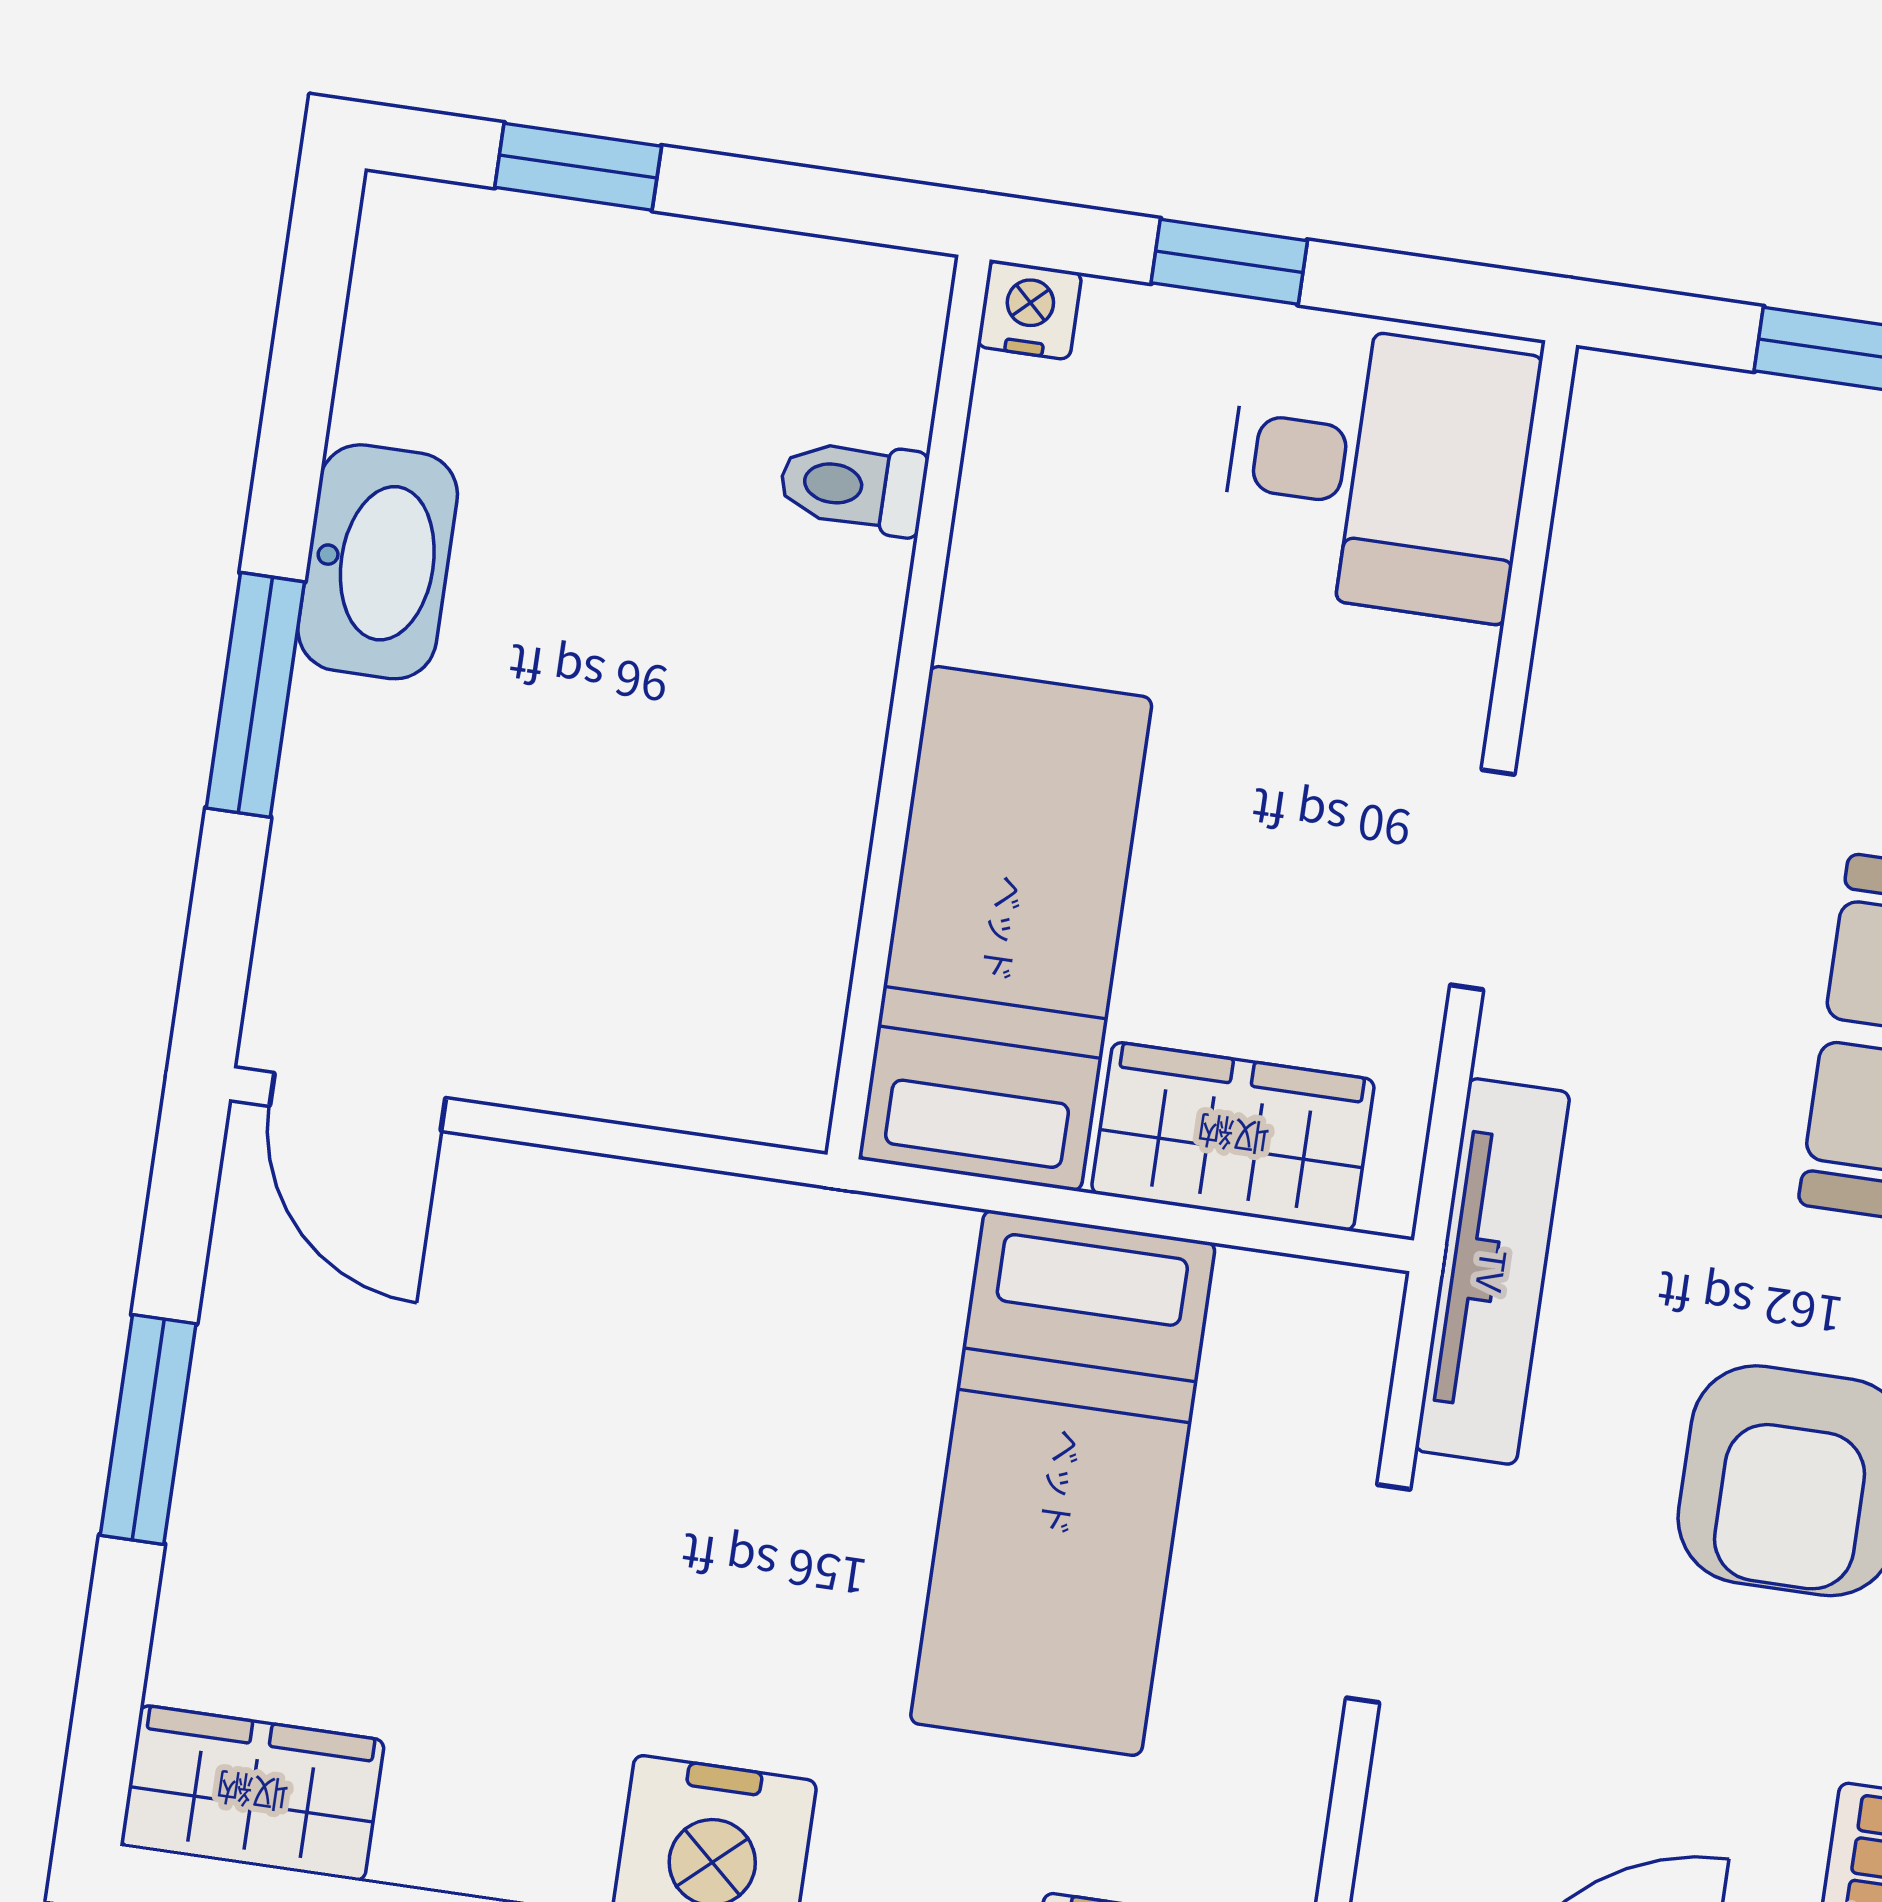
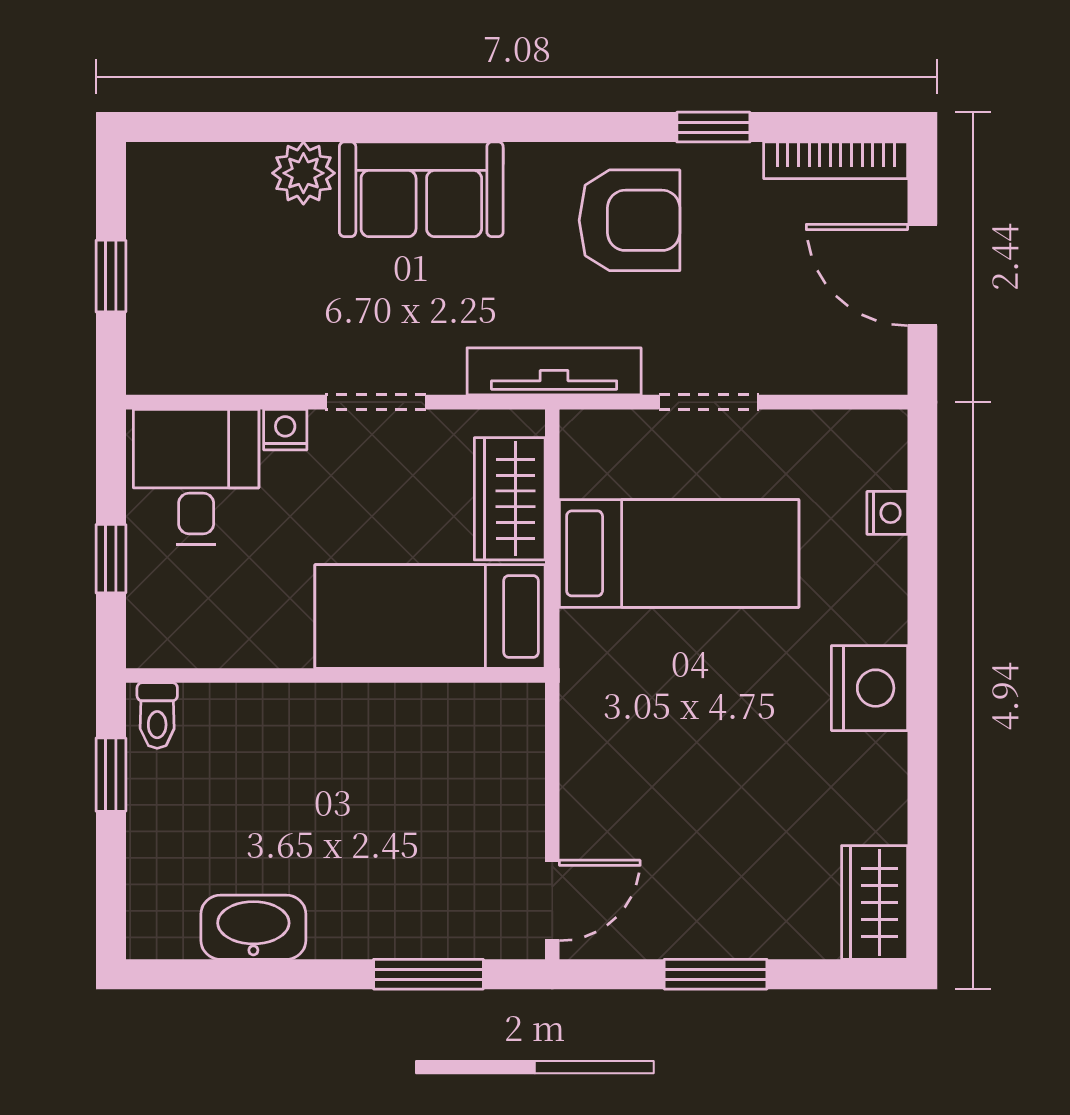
window: (578, 167) -> (111, 775), moved
nightstand: (1029, 310) -> (285, 430), moved, turned 90
toilet: (853, 486) -> (157, 715), moved
washbasin: (378, 562) -> (253, 927), moved
window: (255, 695) -> (428, 974), moved

